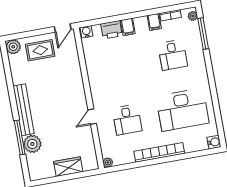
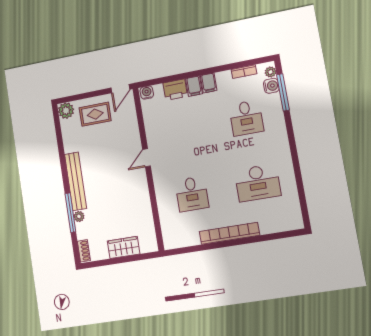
filing cabinet: (154, 22) -> (209, 83), moved
desk: (183, 110) -> (258, 183), width x0.73, depth x0.77
door: (92, 117) -> (147, 158), moved
water cooler: (214, 142) -> (271, 86), moved
plant: (32, 144) -> (79, 216), width x0.53, depth x0.53
plant: (108, 162) -> (169, 244), removed
shoe rack: (33, 170) -> (84, 251), added

